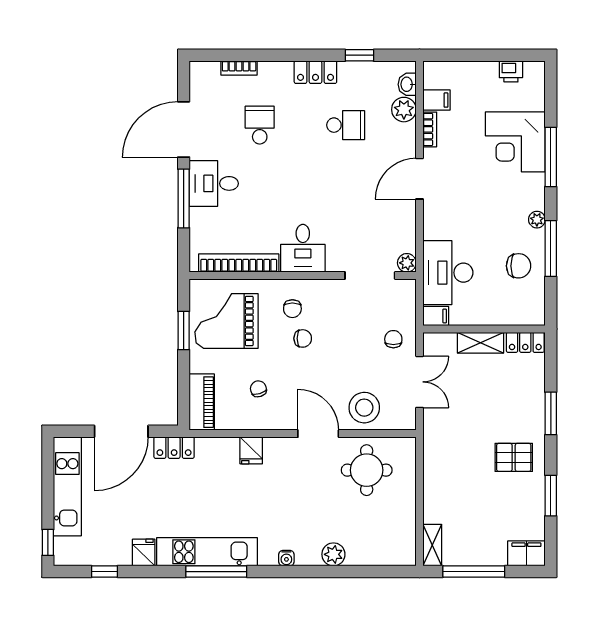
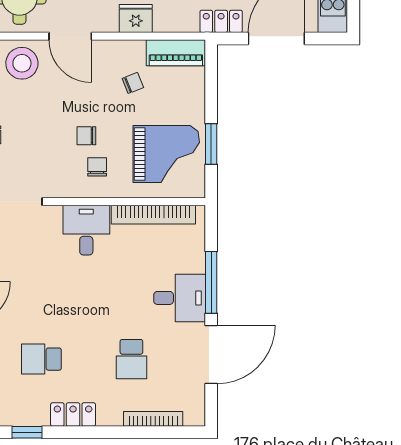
bookcase: (239, 68) -> (153, 419), width x1.56
chair: (258, 389) -> (133, 83), turned -95
piano: (202, 402) -> (176, 53), moved, turned -90
fridge: (251, 450) -> (136, 19), width x1.38

